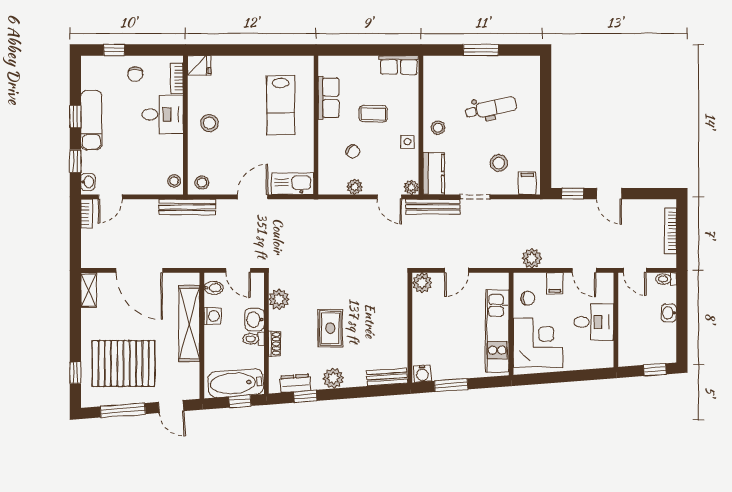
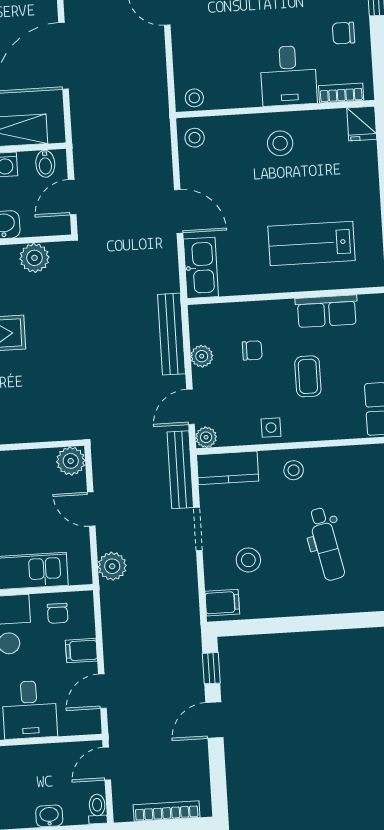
chair: (353, 151) -> (252, 350), turned -131
bench: (187, 207) -> (172, 334), moved
plant: (532, 258) -> (112, 566), moved

